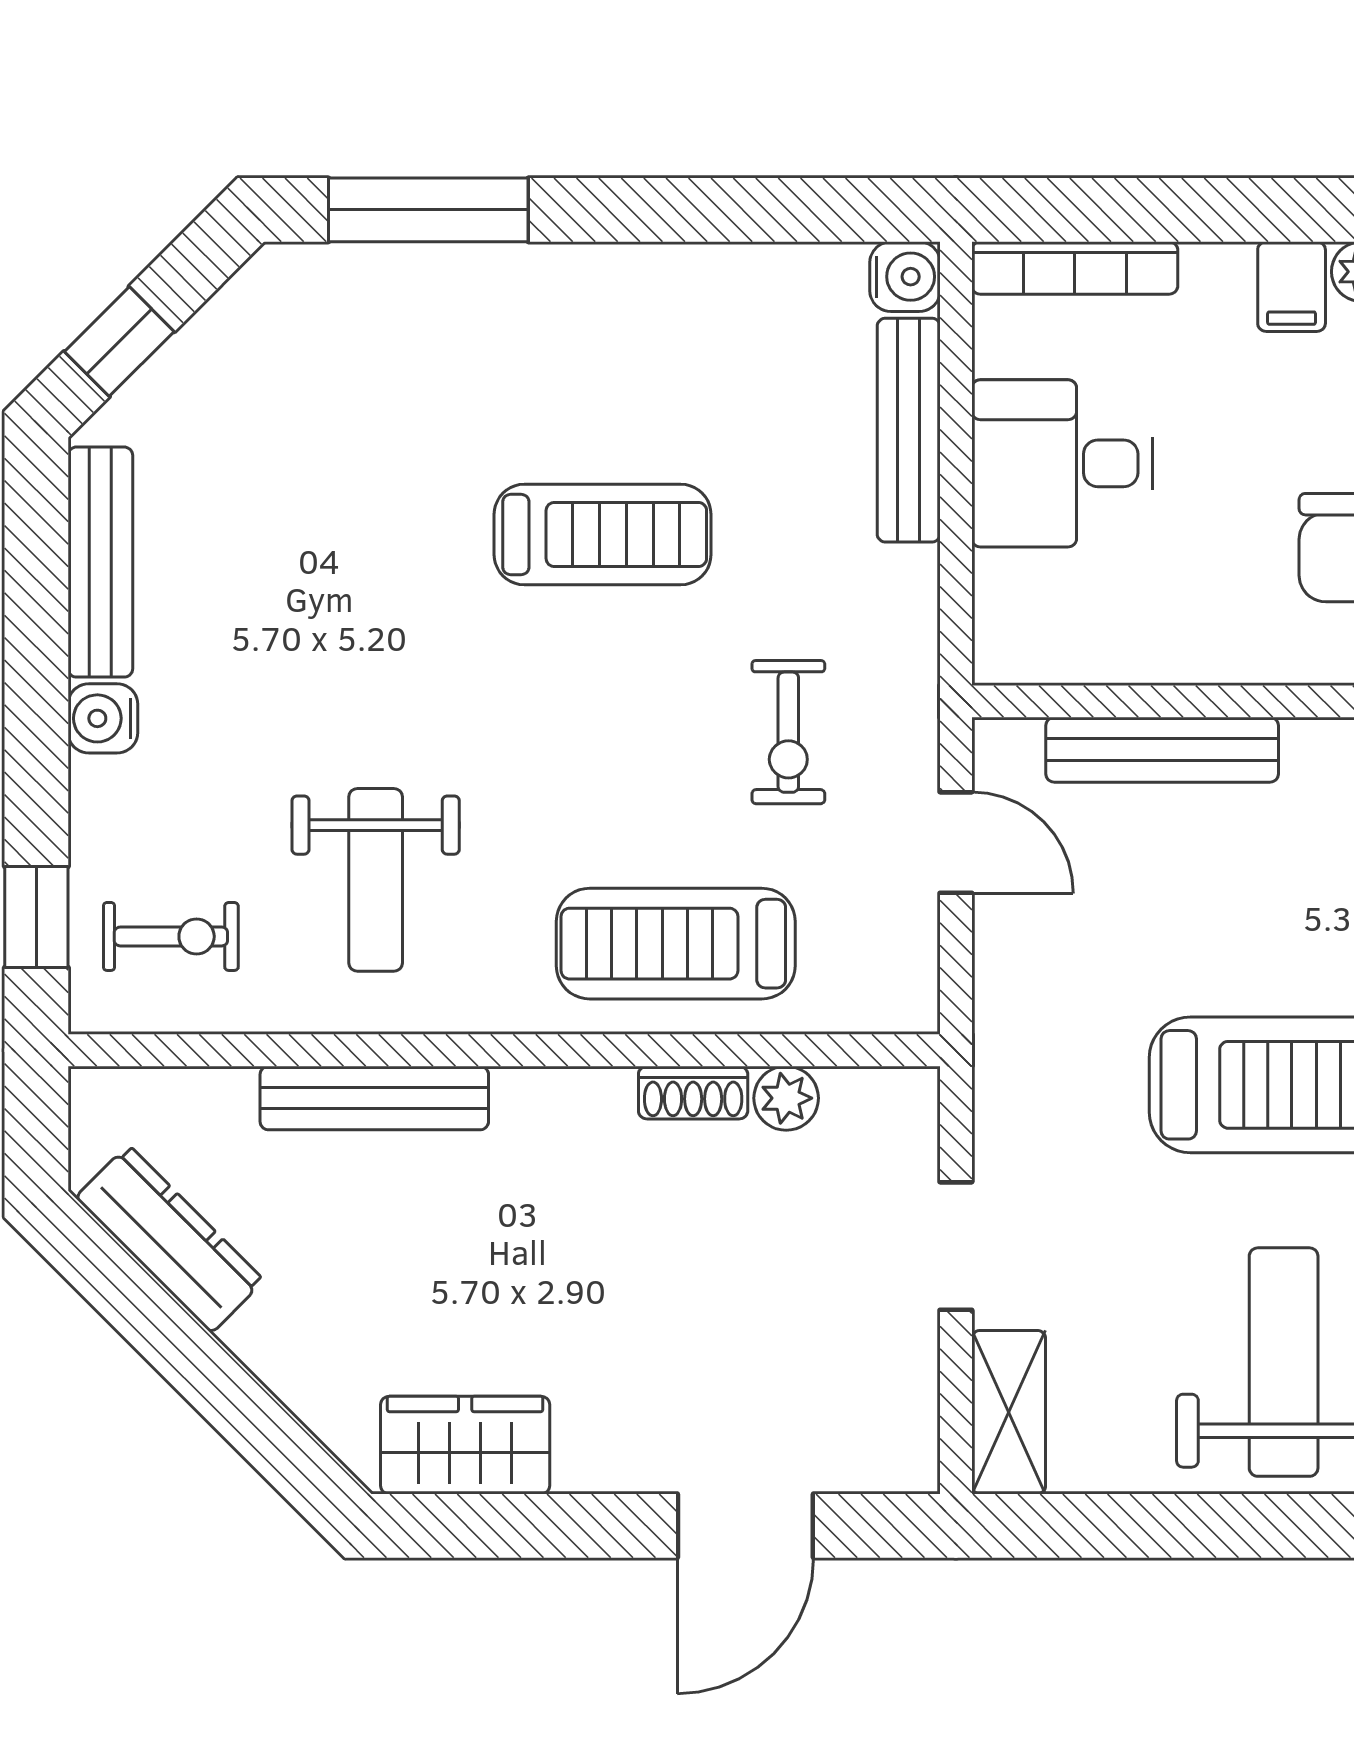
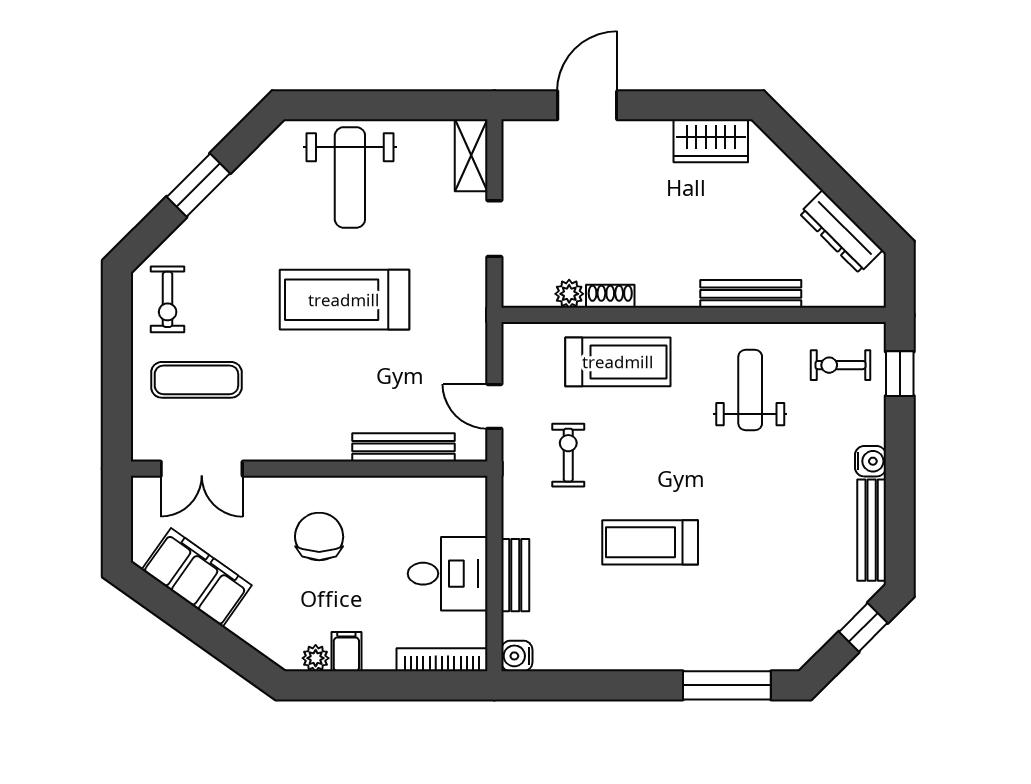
bench: (909, 430) -> (515, 575), width x0.73

